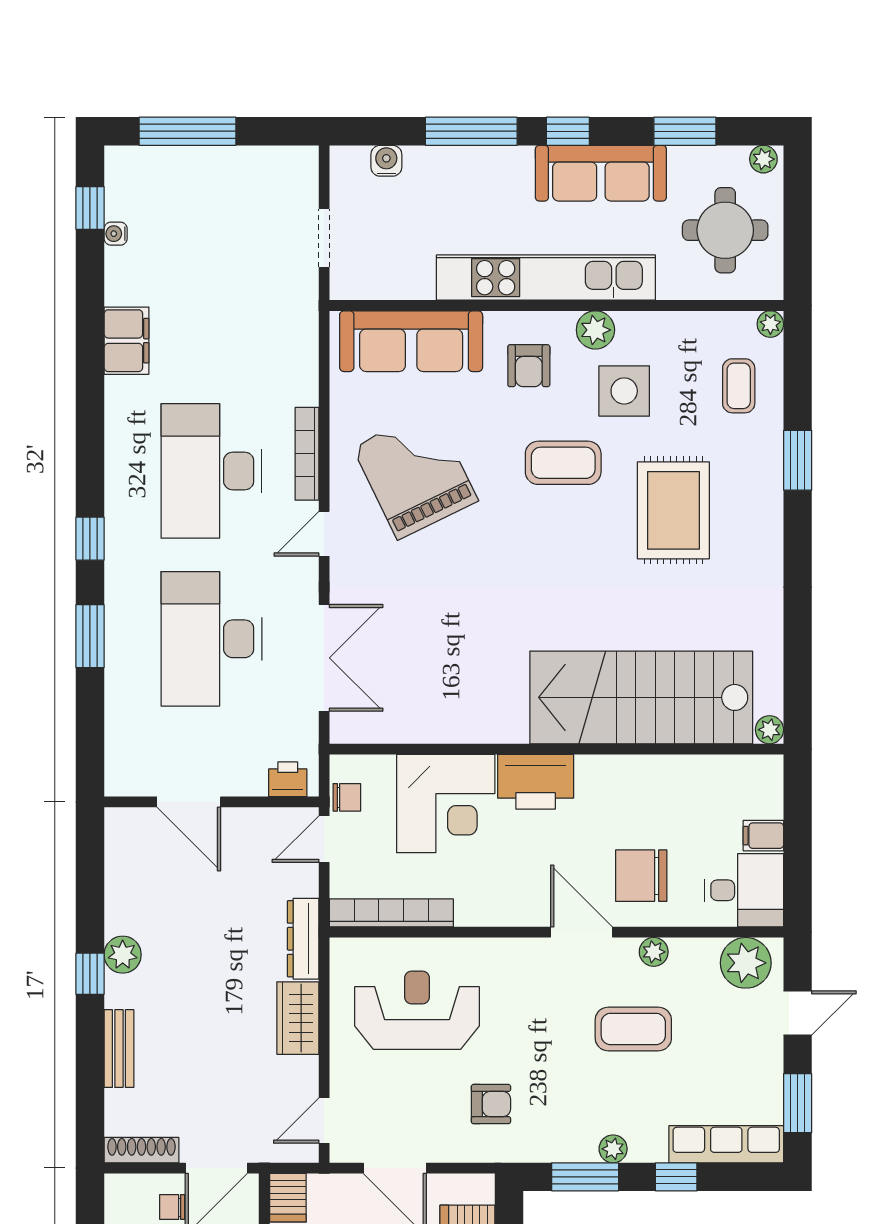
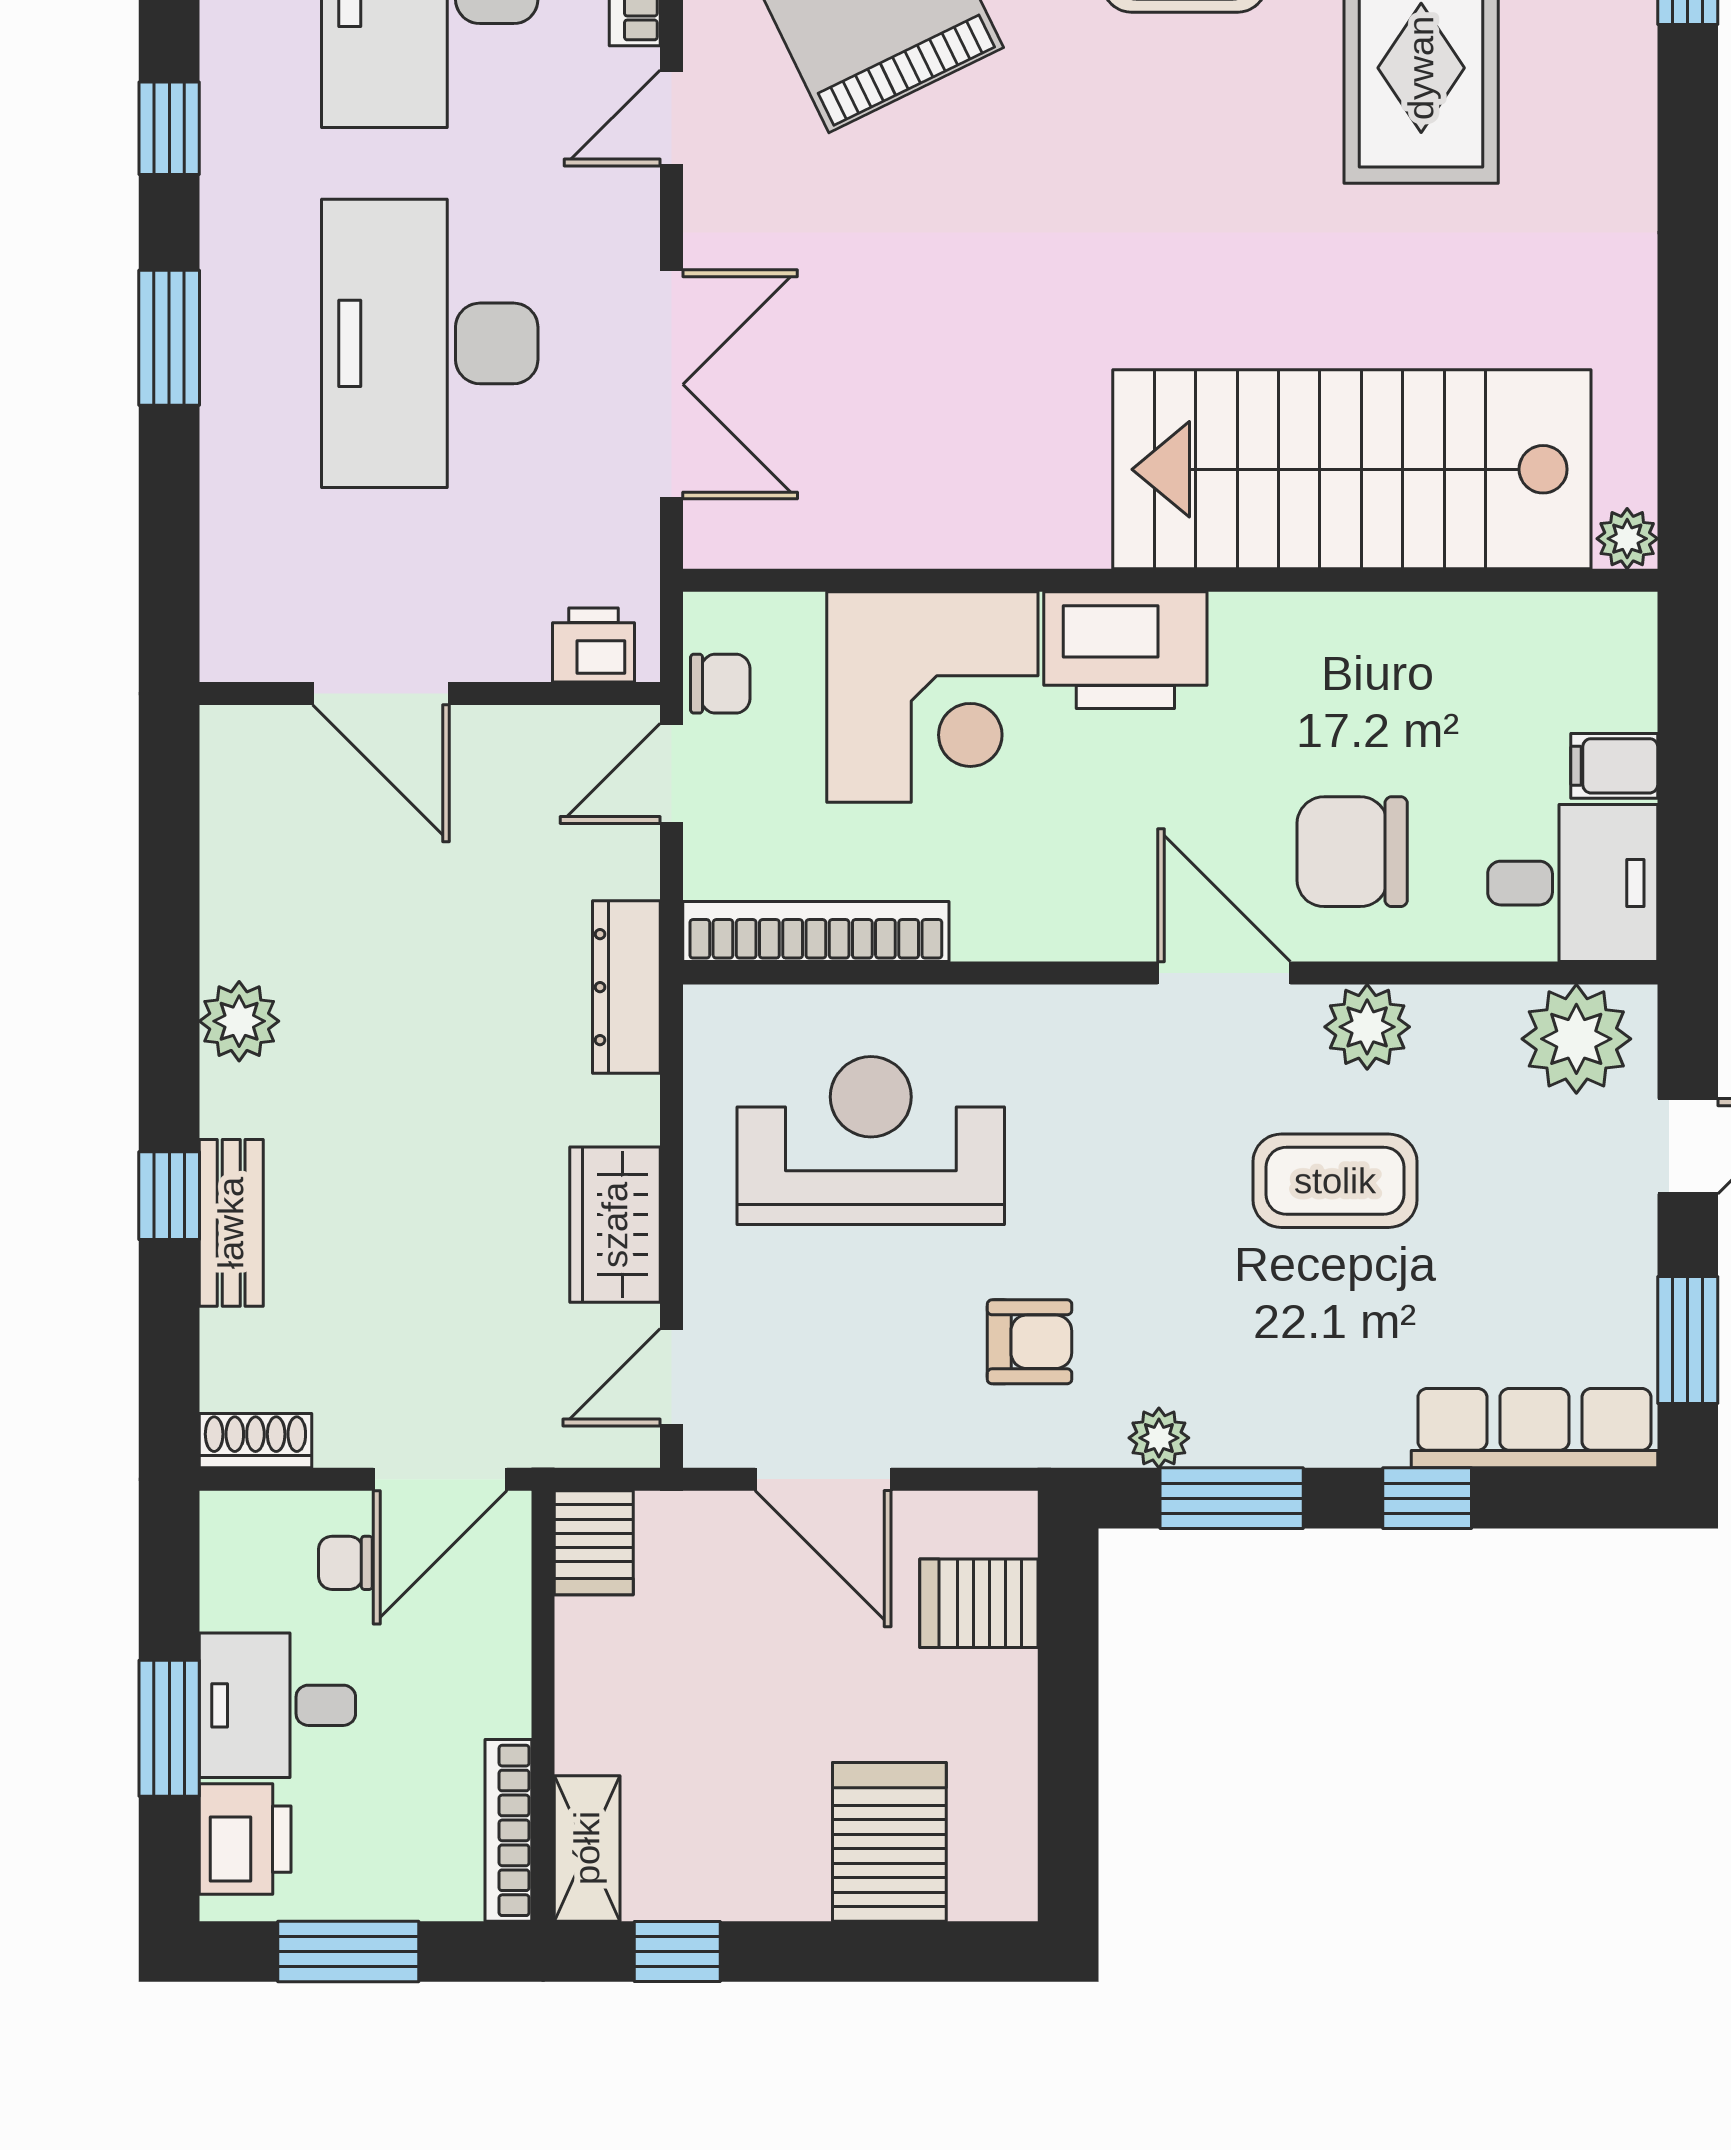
plant: (654, 952) -> (1367, 1027), width x1.38, depth x1.38
window: (90, 974) -> (169, 1196), moved
wardrobe: (298, 1018) -> (615, 1225), moved
plant: (613, 1149) -> (1159, 1438), moved
shoe rack: (141, 1150) -> (255, 1441), width x0.70

